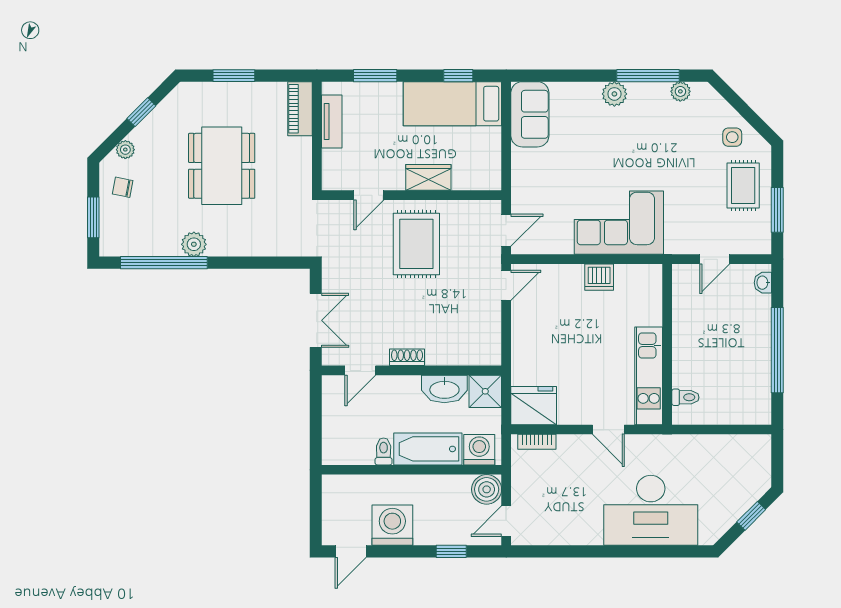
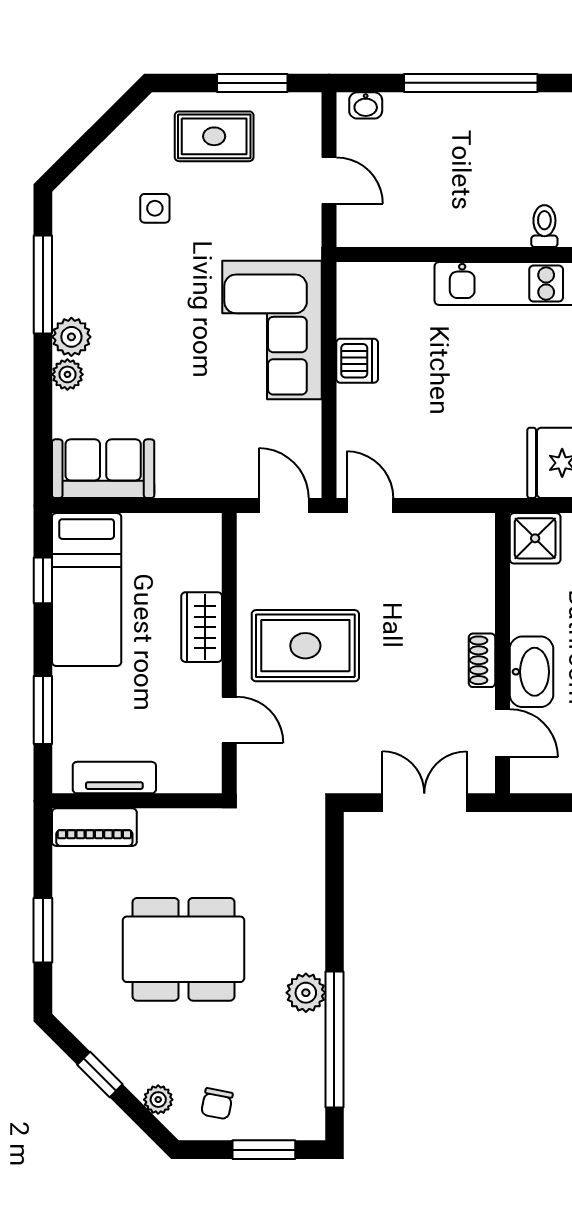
plant: (680, 91) -> (67, 374), moved
side table: (732, 137) -> (155, 208), moved
washbasin: (444, 389) -> (531, 672), moved

